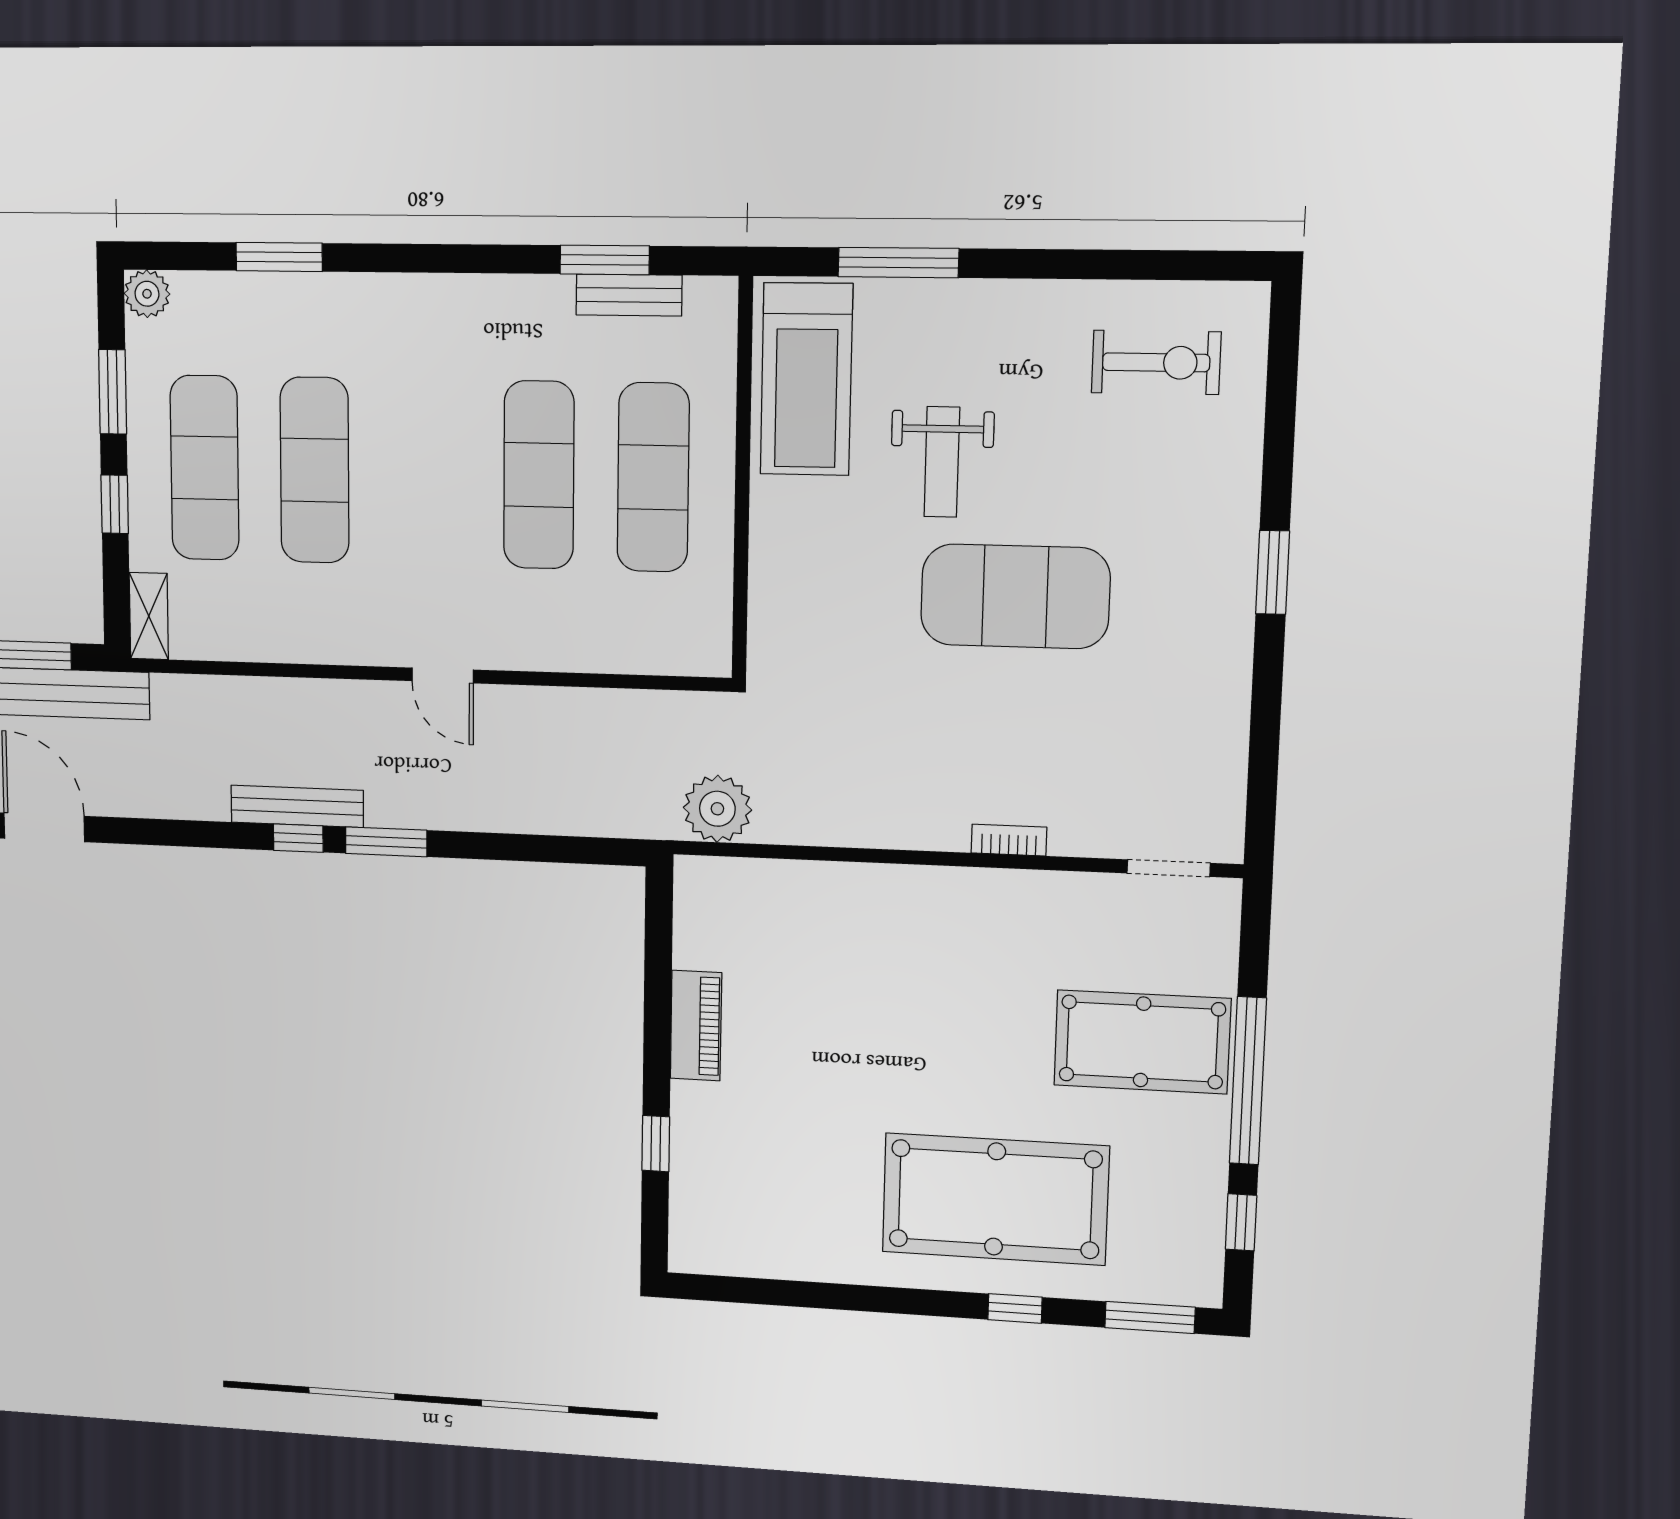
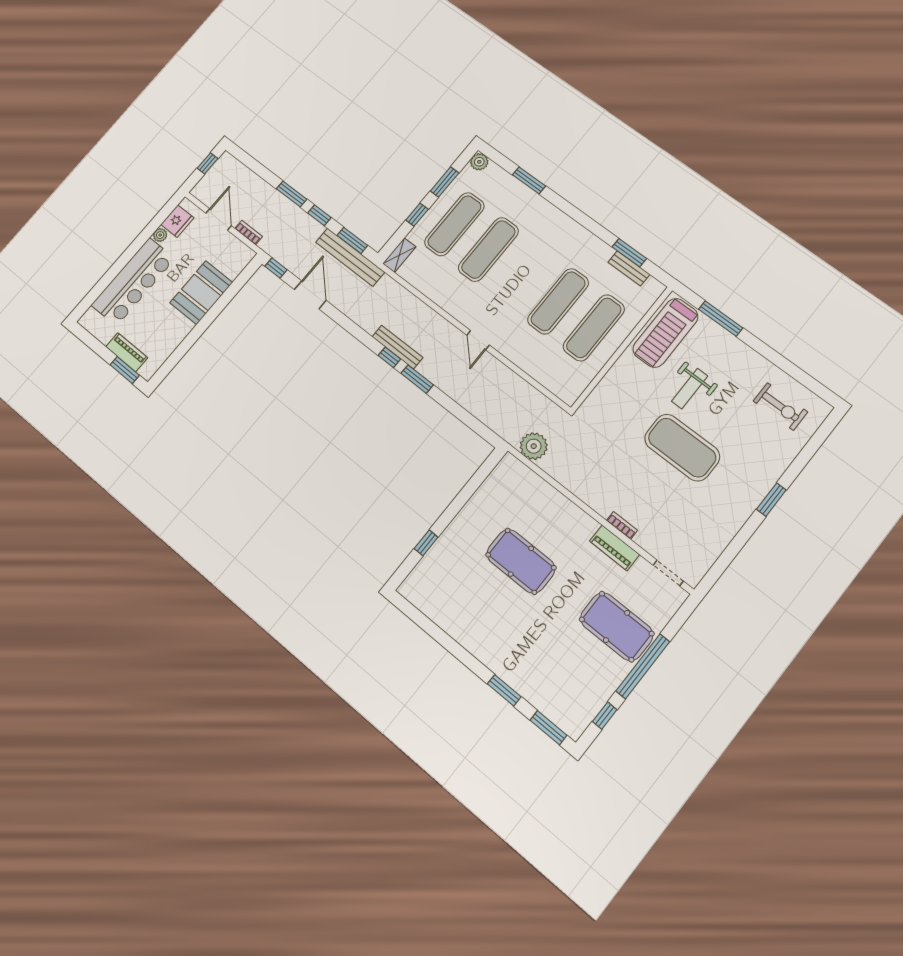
piano: (696, 1026) -> (615, 548), moved, turned 90
pool table: (995, 1199) -> (521, 561), moved, width x0.73, depth x0.76
window: (1015, 1308) -> (504, 690), width x1.50

